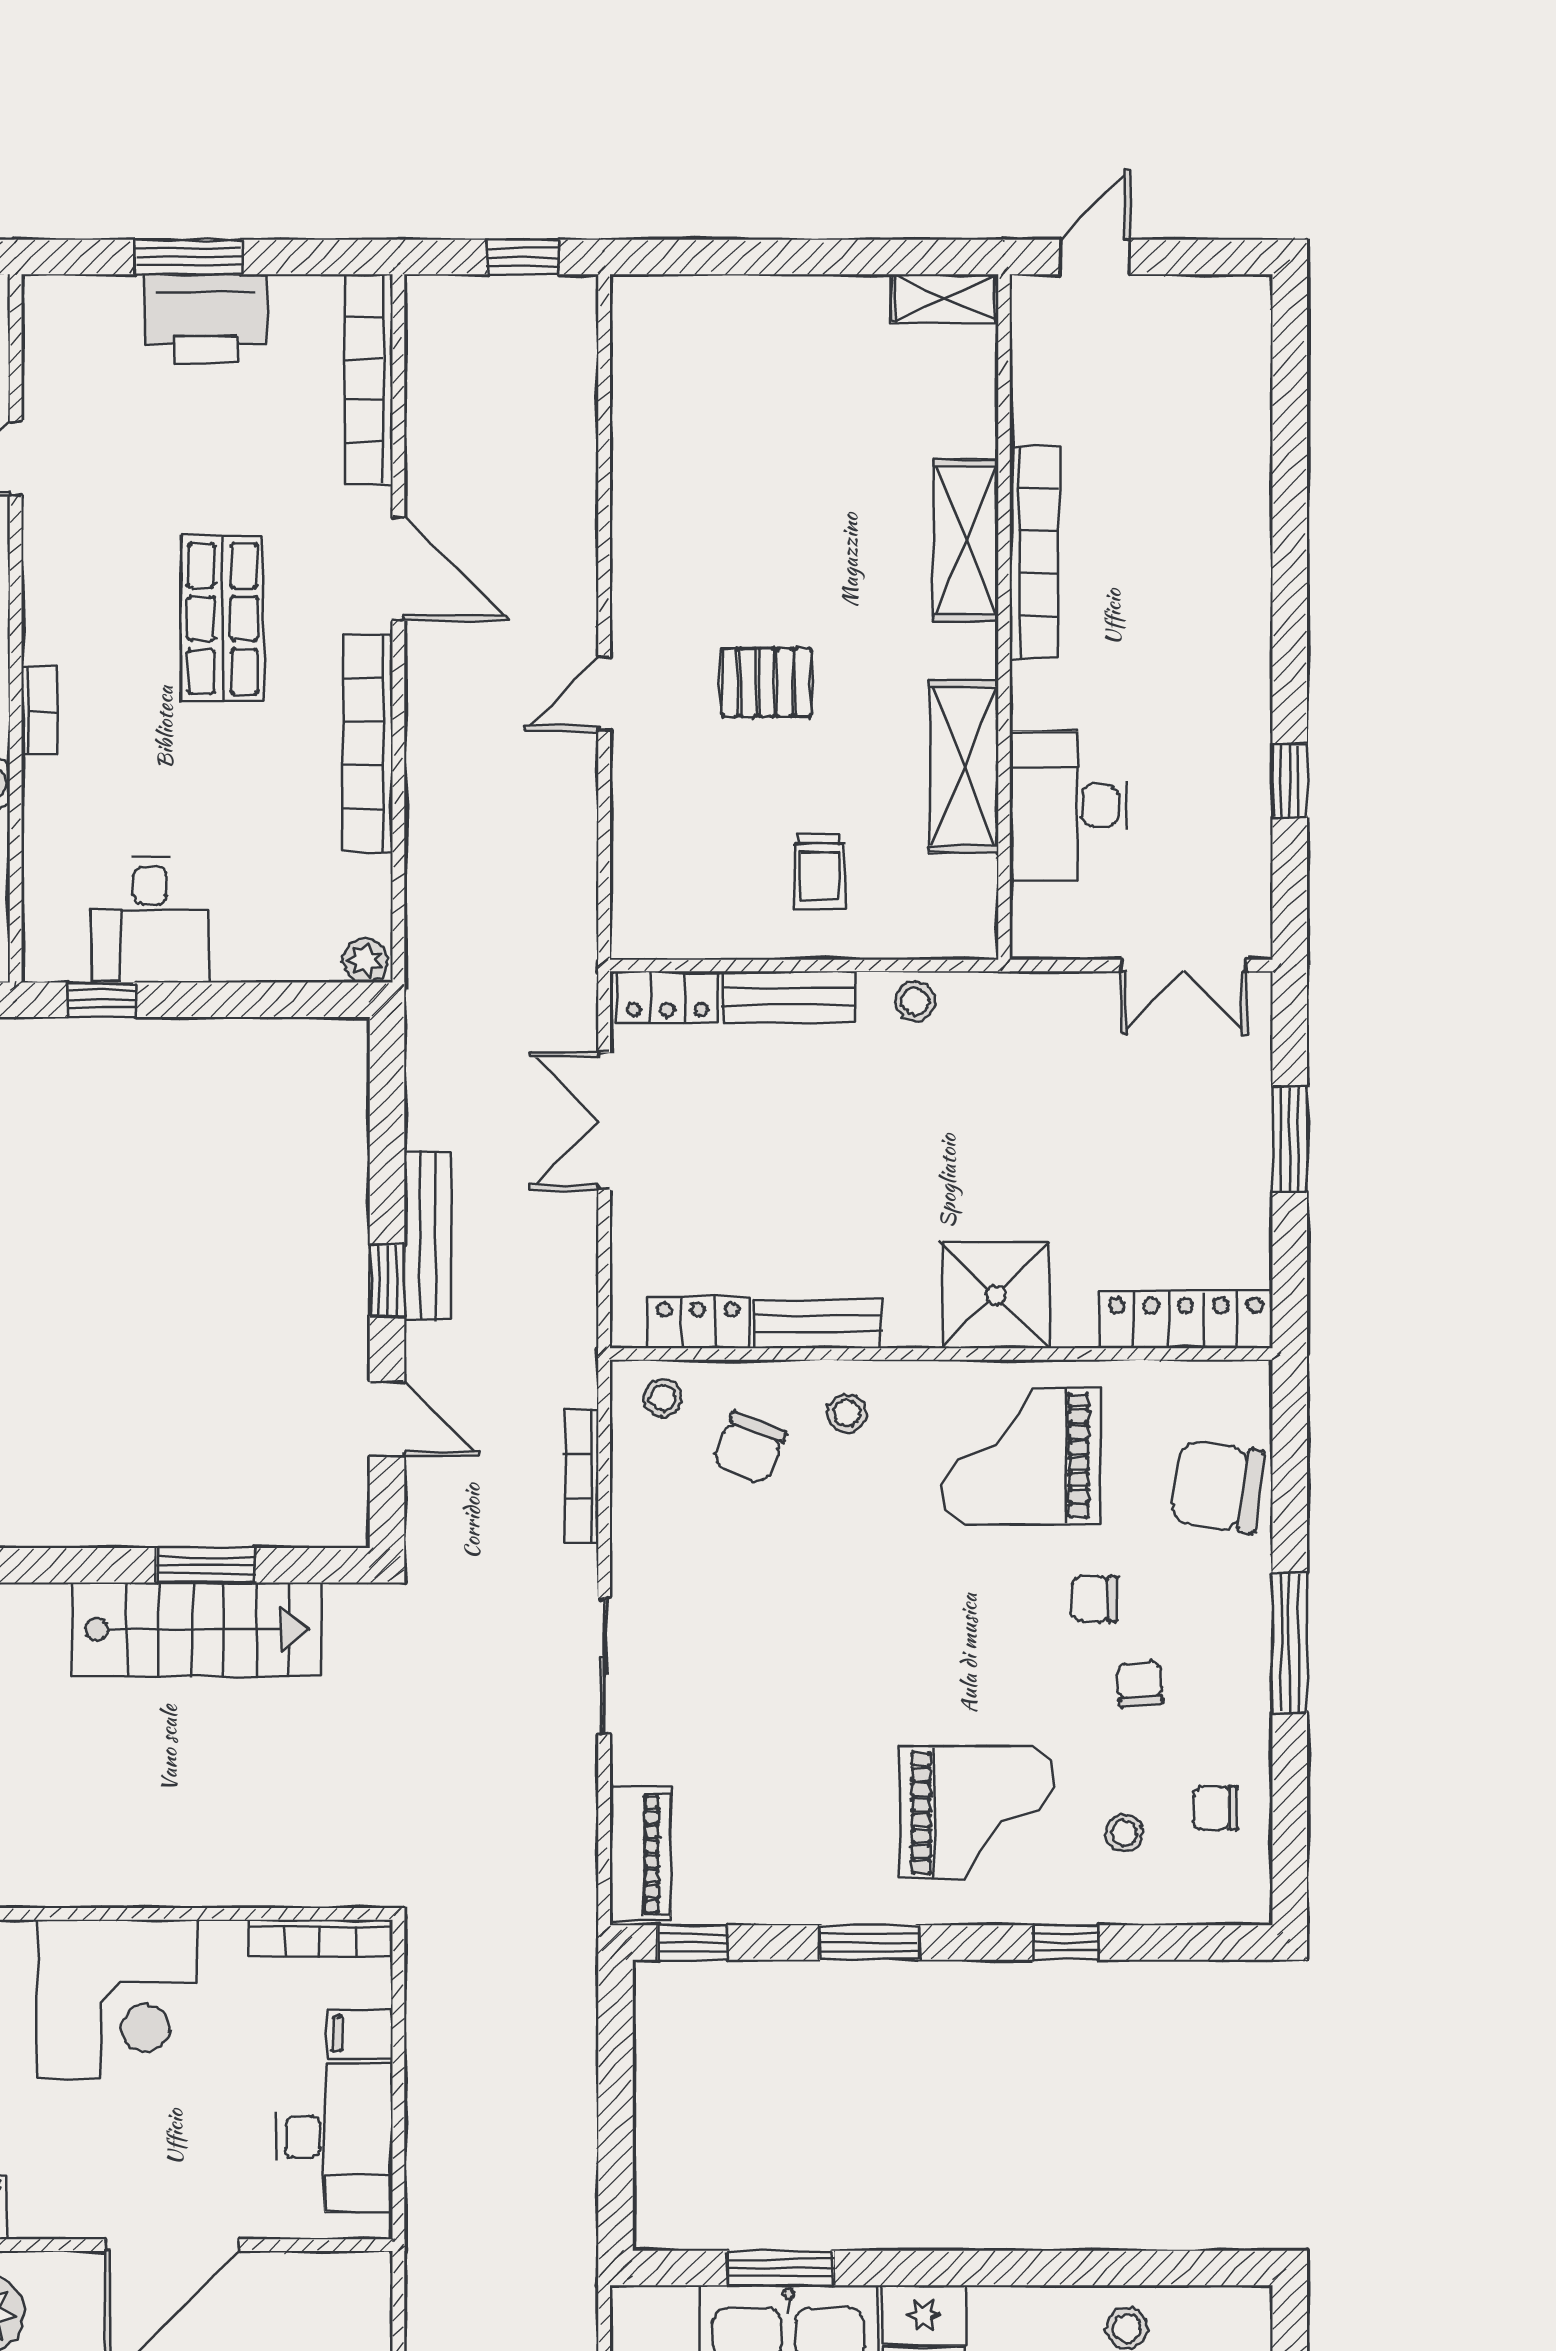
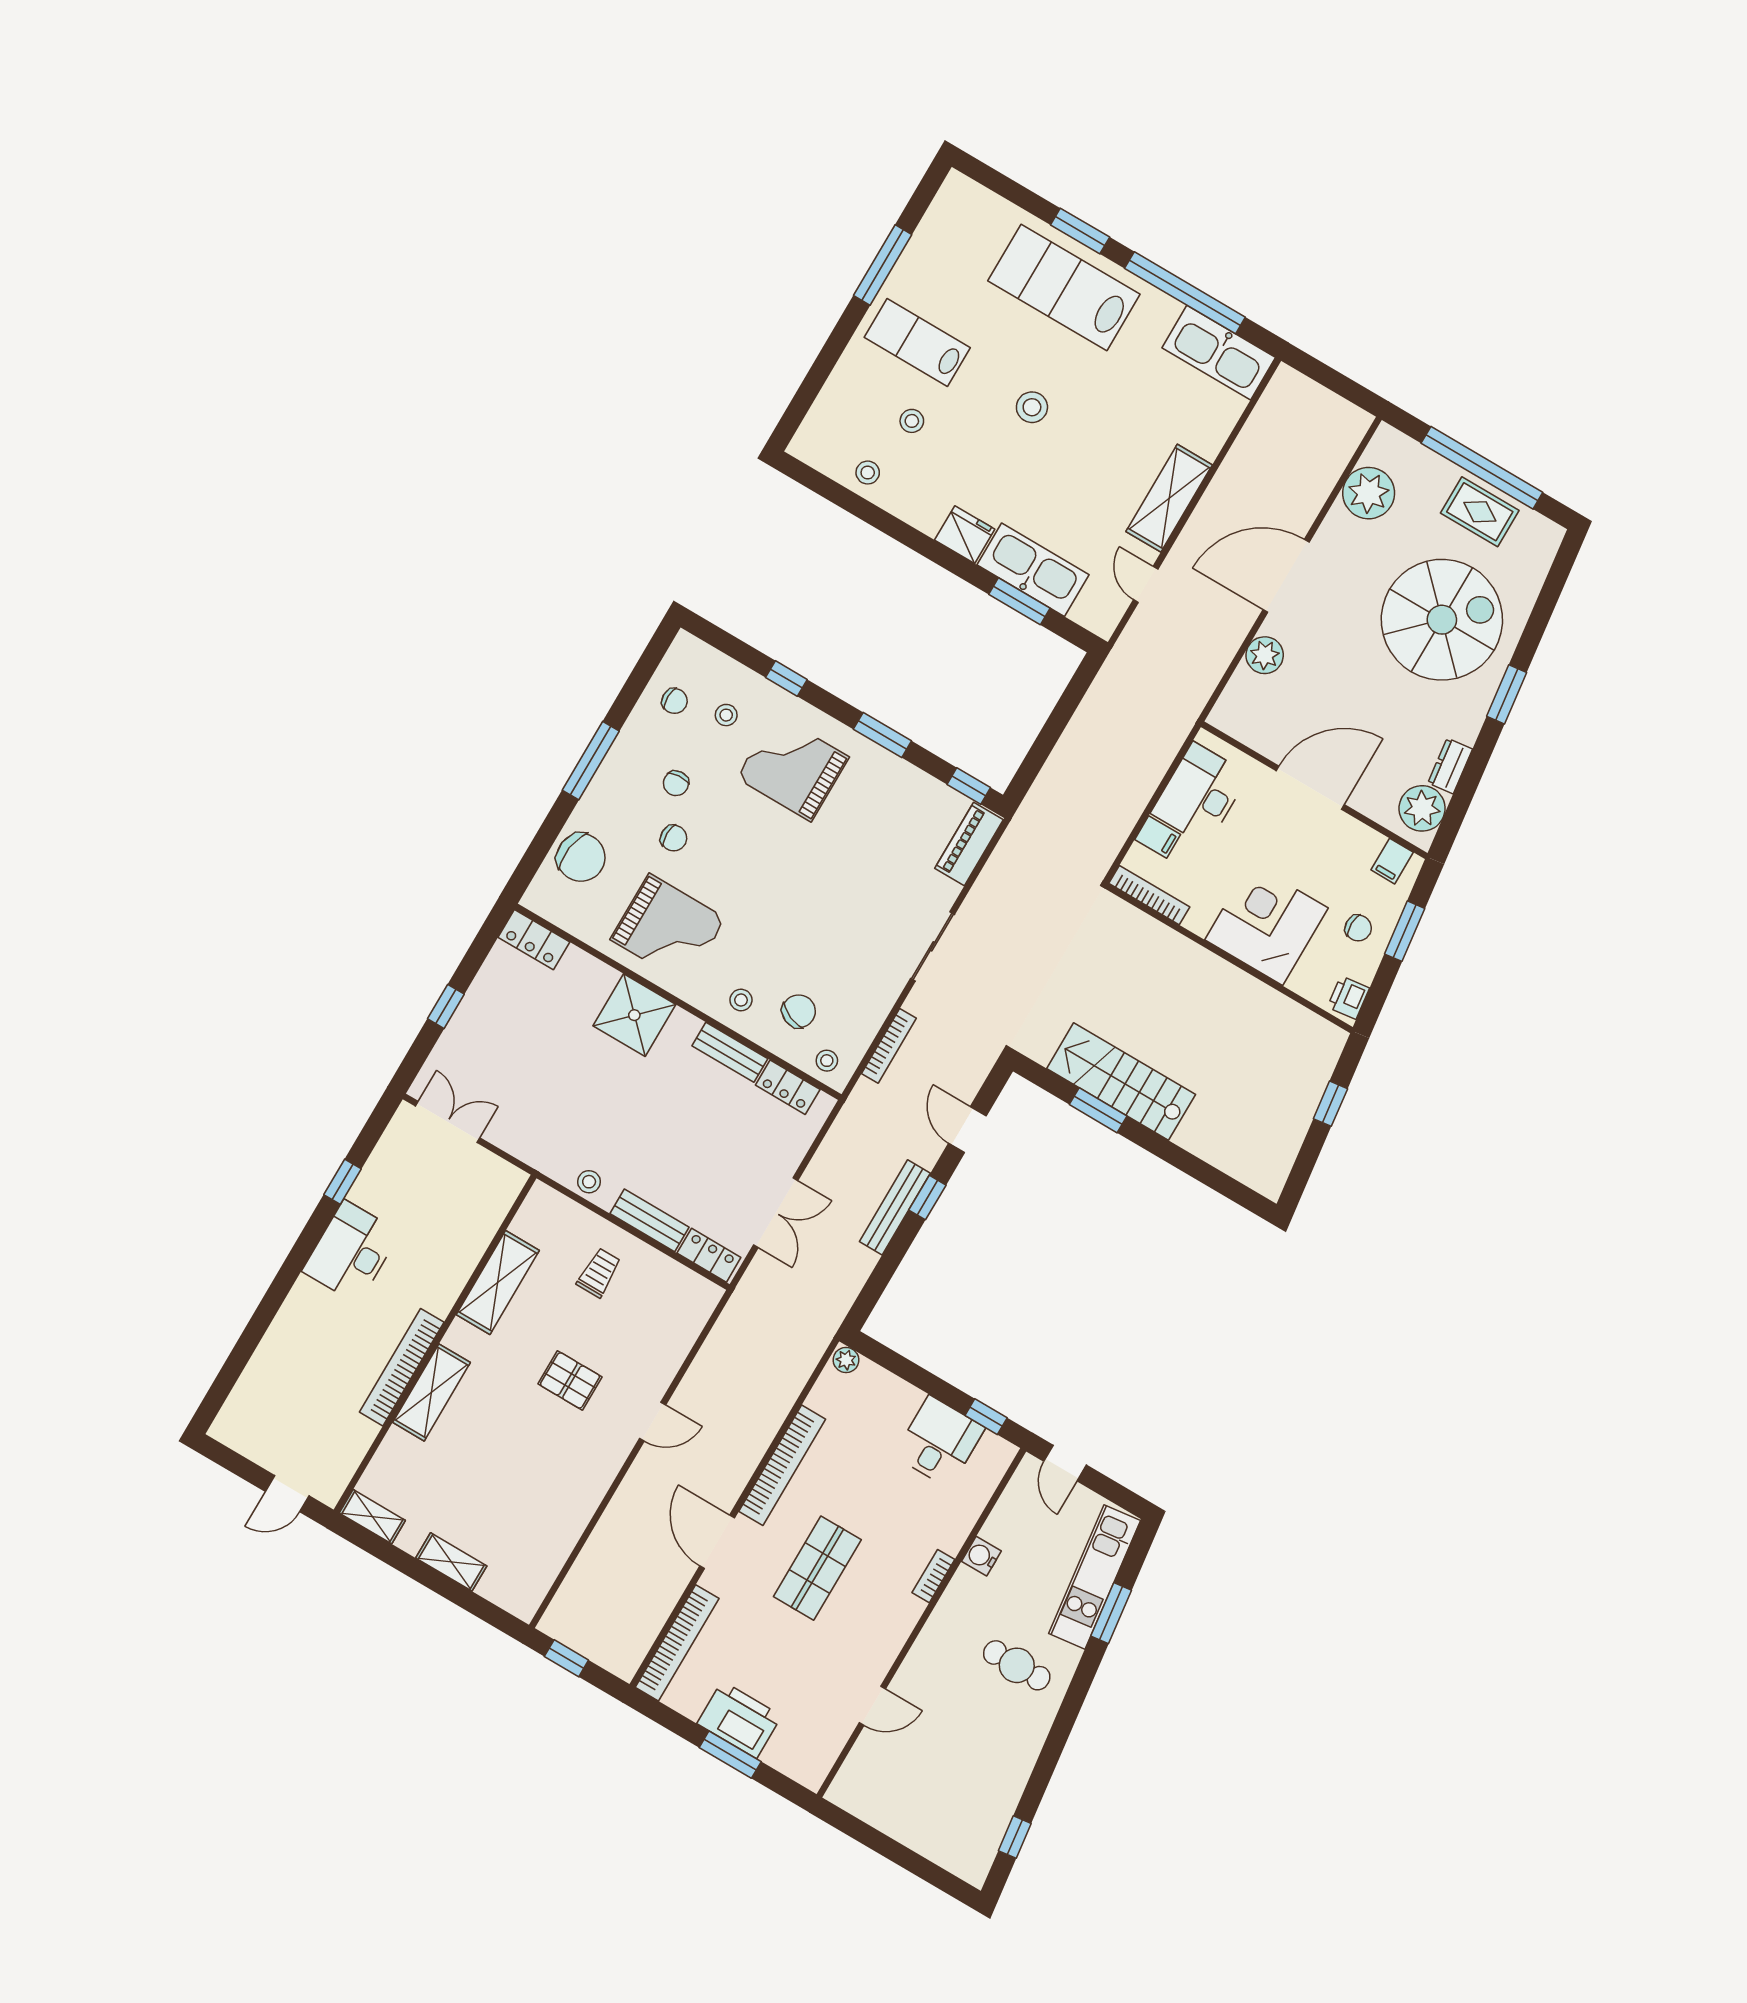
shelving: (784, 300) -> (451, 1562), added
desk: (1068, 806) -> (351, 1252), moved, turned 180
window: (1290, 1139) -> (446, 1006), width x0.67
locker: (1186, 1320) -> (534, 940), width x0.66

